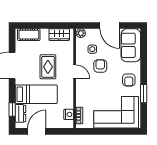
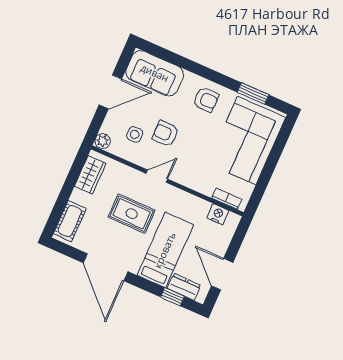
window: (144, 94) -> (253, 94), moved

